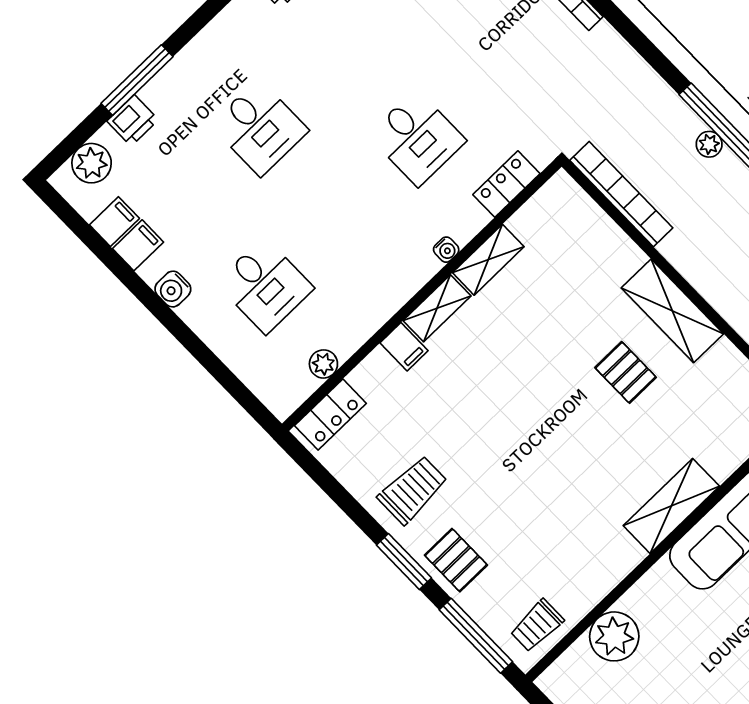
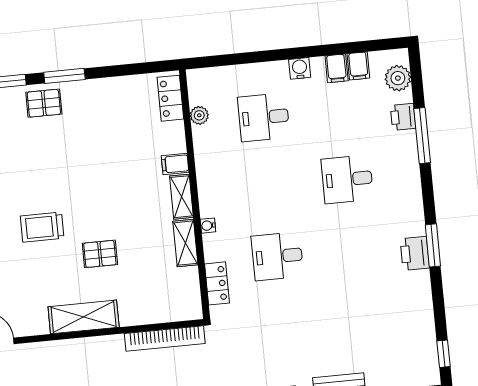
pallet: (626, 372) -> (100, 254), moved
trolley: (413, 490) -> (42, 227), moved, turned 90

